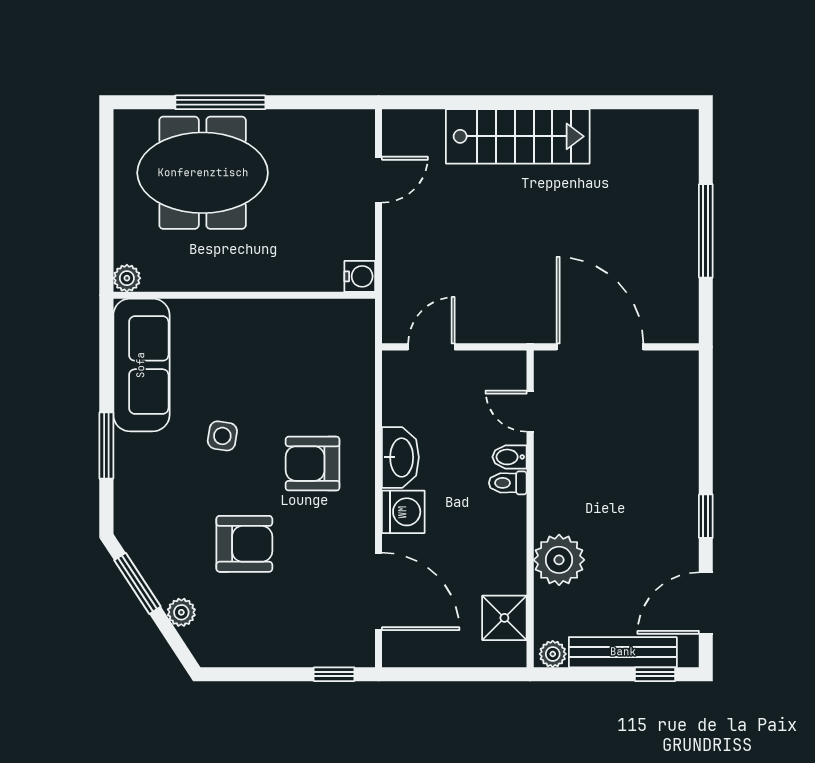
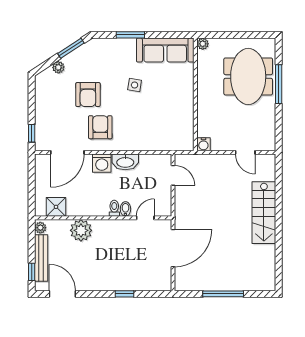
armchair: (313, 464) -> (100, 127), moved
window: (706, 516) -> (125, 294), moved

